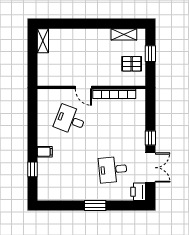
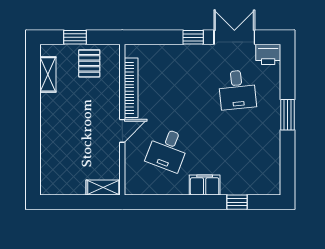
shelving: (43, 41) -> (103, 188), moved
filing cabinet: (45, 152) -> (205, 185), width x2.00

